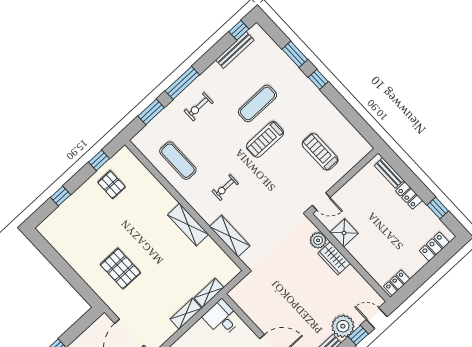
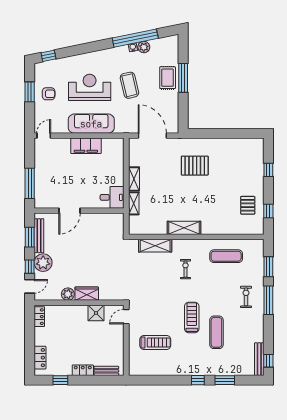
bench: (235, 50) -> (259, 359), moved
pallet: (111, 185) -> (248, 205), turned 90
plant: (318, 240) -> (68, 294), moved

